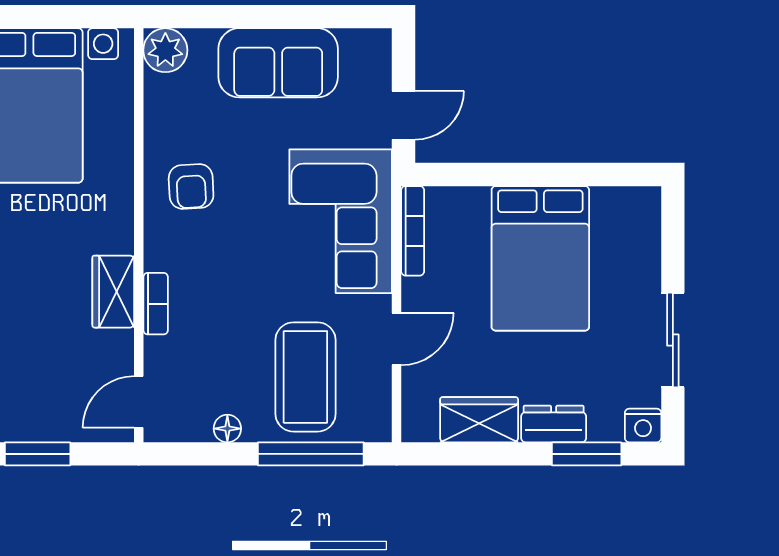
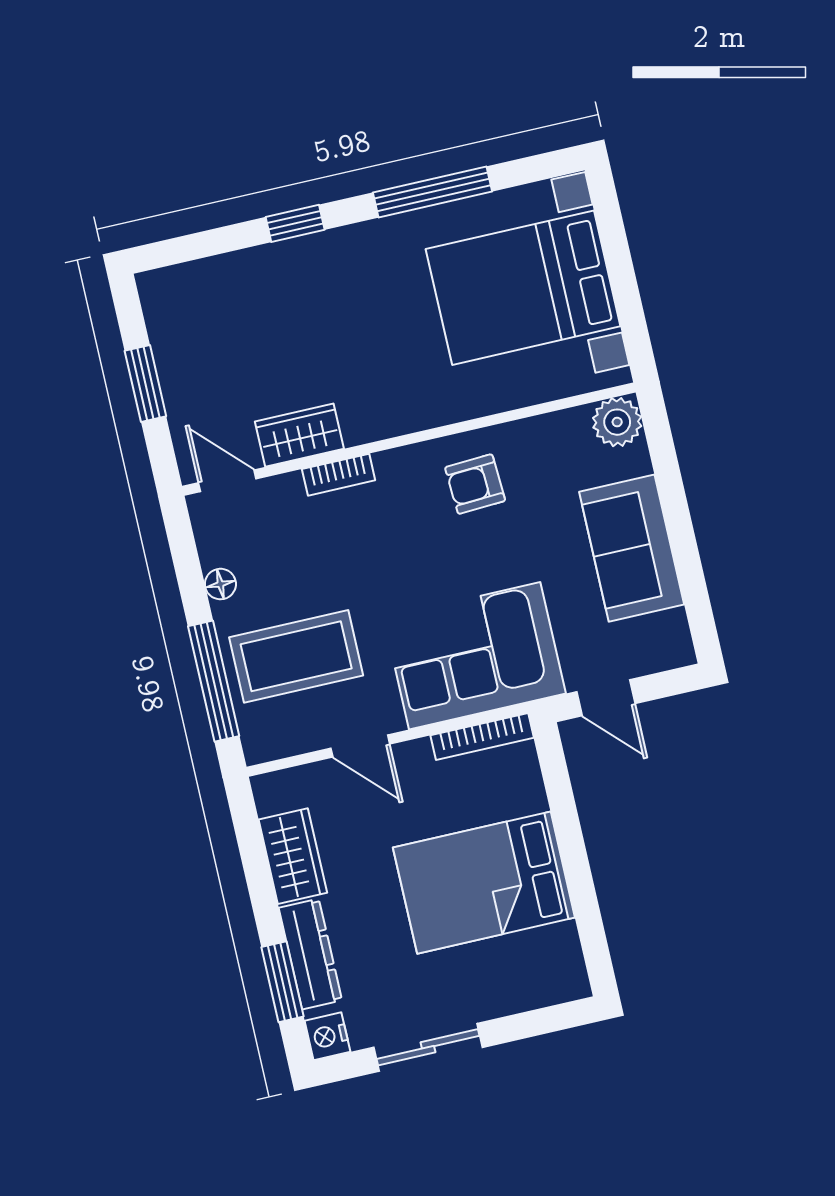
wardrobe: (113, 292) -> (299, 435), moved
dresser: (554, 424) -> (310, 954), width x1.44

